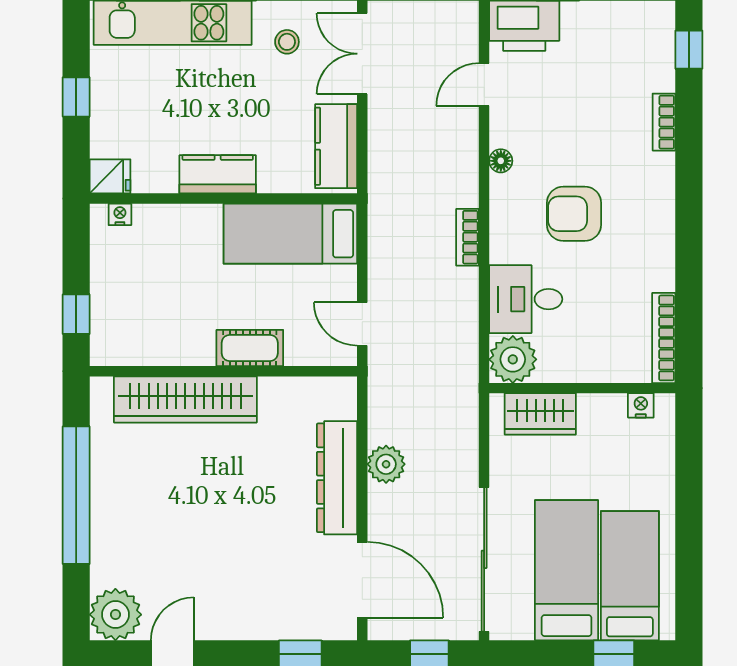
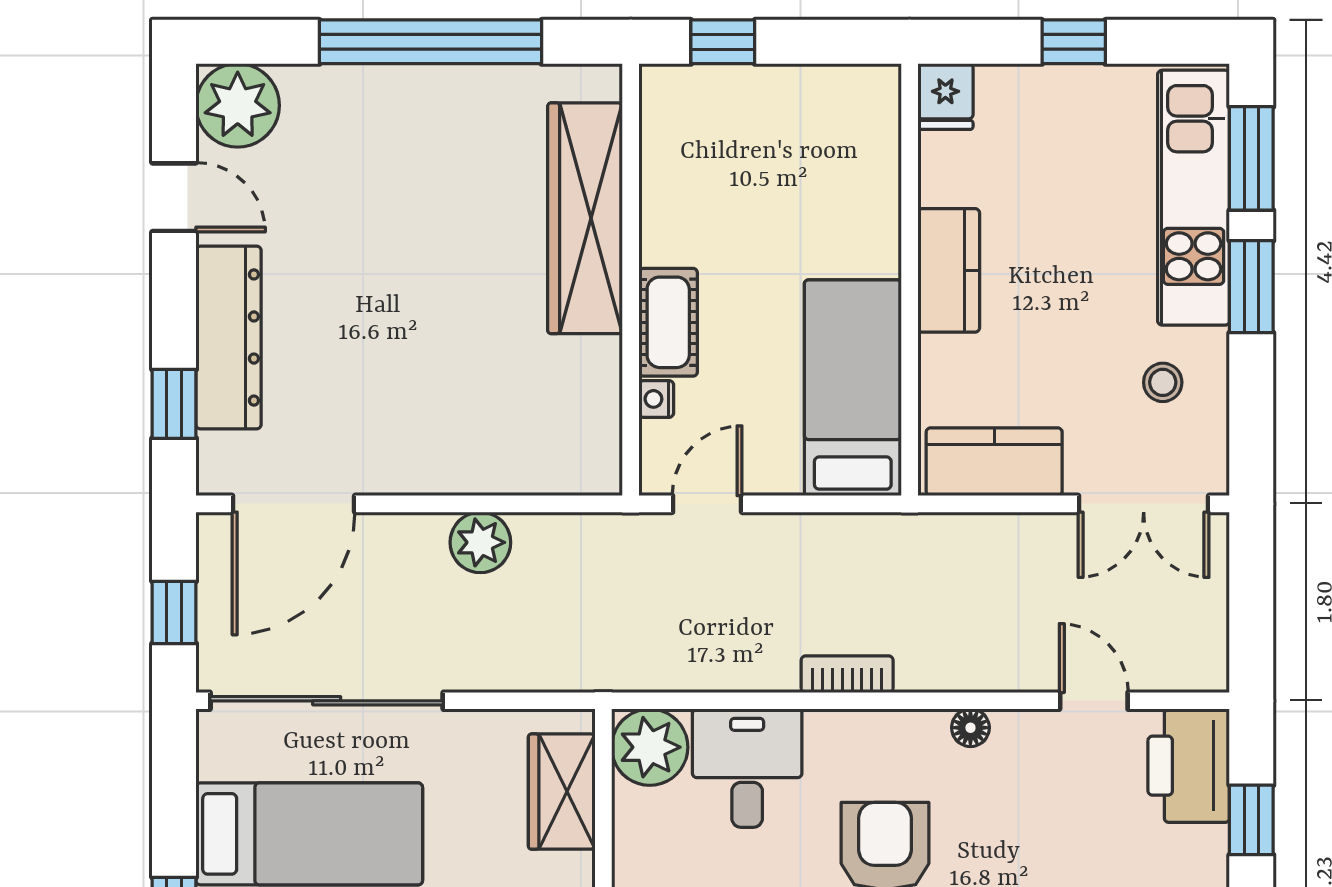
double door: (362, 54) -> (1144, 504), swing flipped
nightstand: (120, 214) -> (656, 399), moved, turned 180
dresser: (337, 478) -> (228, 338), moved, turned 90

